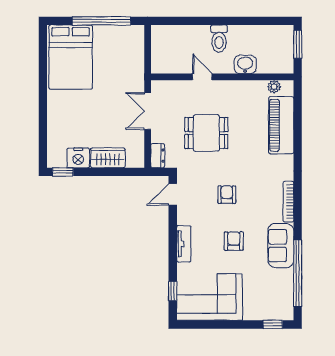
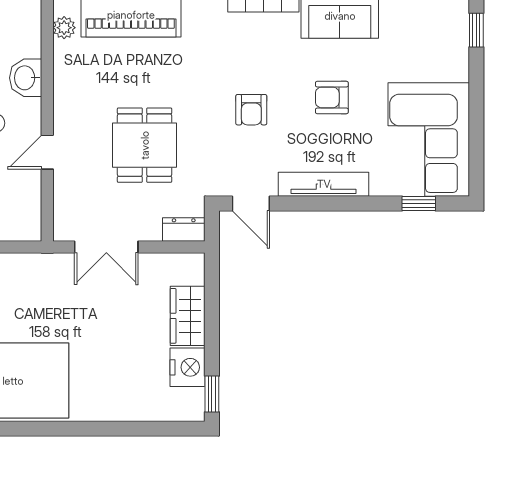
armchair: (227, 195) -> (251, 110), turned -90
tv unit: (184, 244) -> (324, 184), width x1.41

